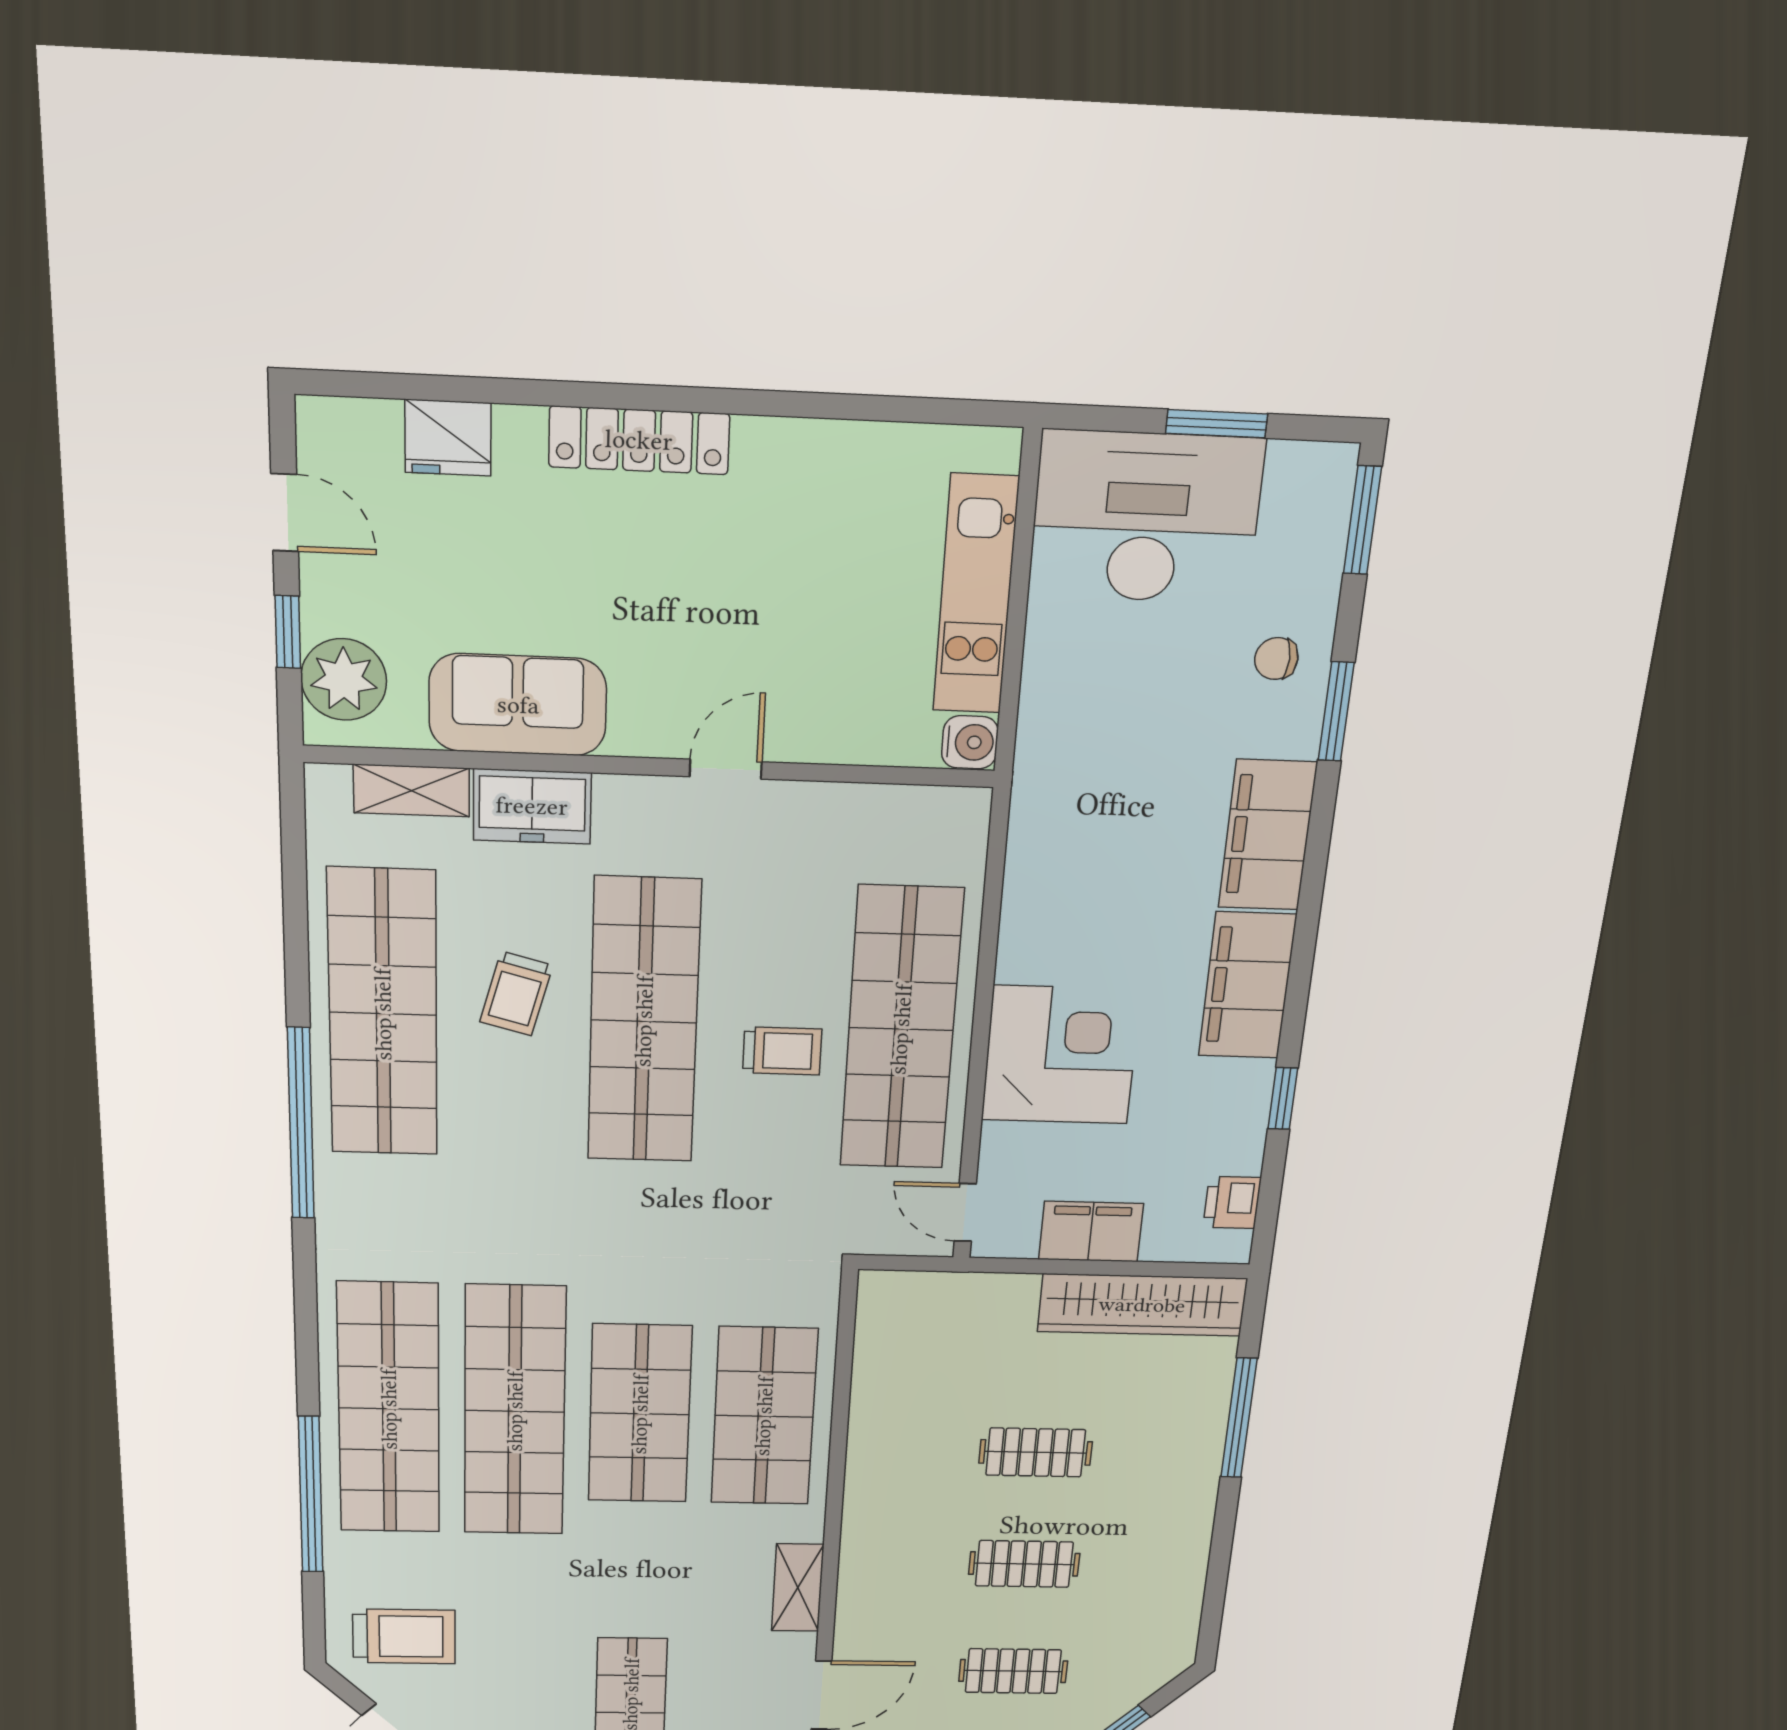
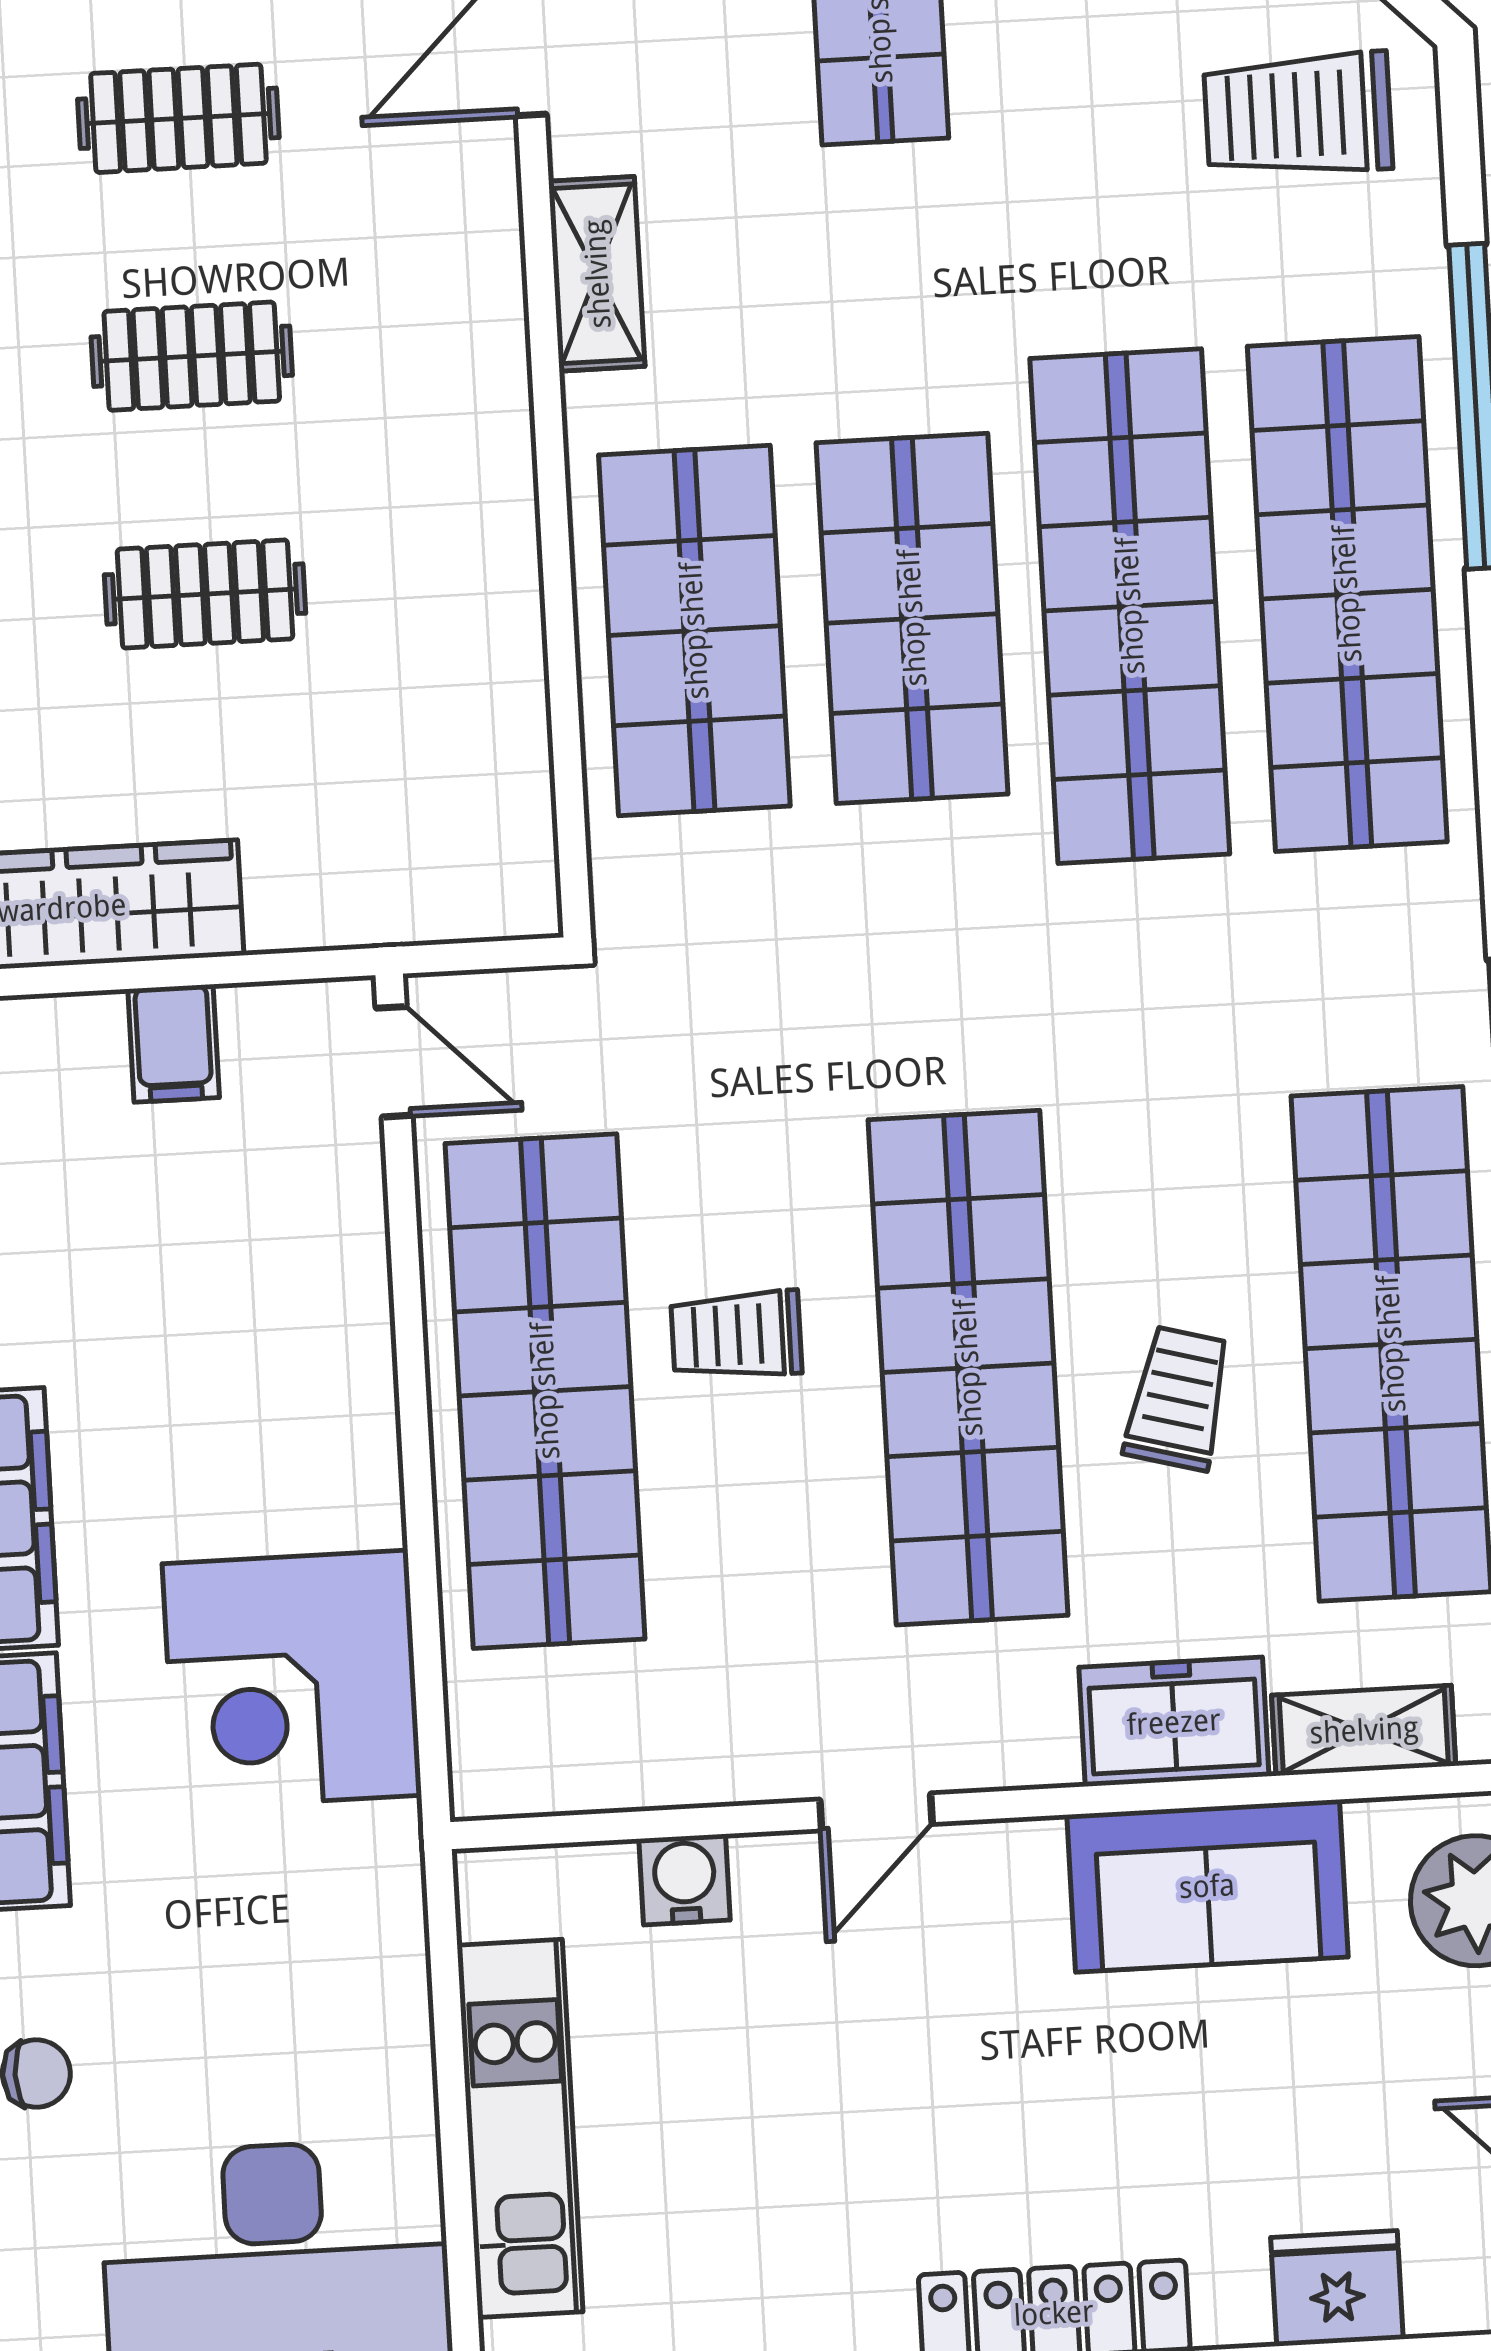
water cooler: (970, 742) -> (685, 1879), moved, turned 90
corner desk: (1061, 1055) -> (292, 1679), moved
filing cabinet: (1091, 1231) -> (174, 1043), width x0.50

